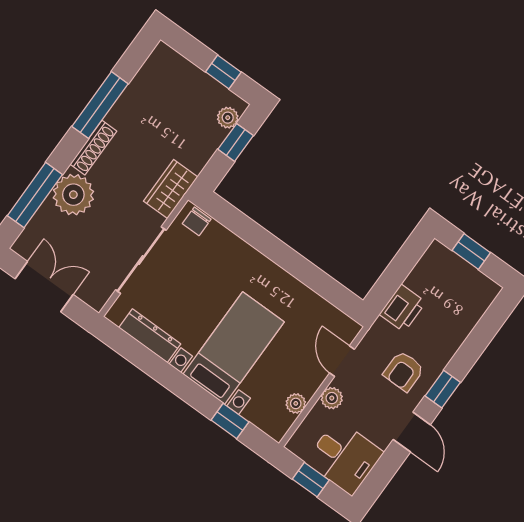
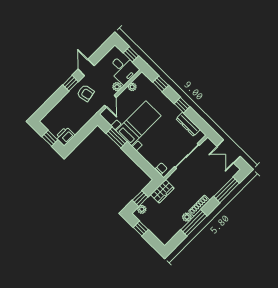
wardrobe: (171, 189) -> (162, 191), moved
plant: (73, 195) -> (187, 217), moved, width x0.53, depth x0.53
window: (314, 278) -> (116, 137), added
printer: (403, 308) -> (65, 136), moved
bed with nightstands: (234, 348) -> (139, 123), moved, turned 180
armchair: (404, 371) -> (86, 93), turned 79
window: (171, 379) -> (182, 105), added
desk: (344, 457) -> (123, 69), moved, turned 180

